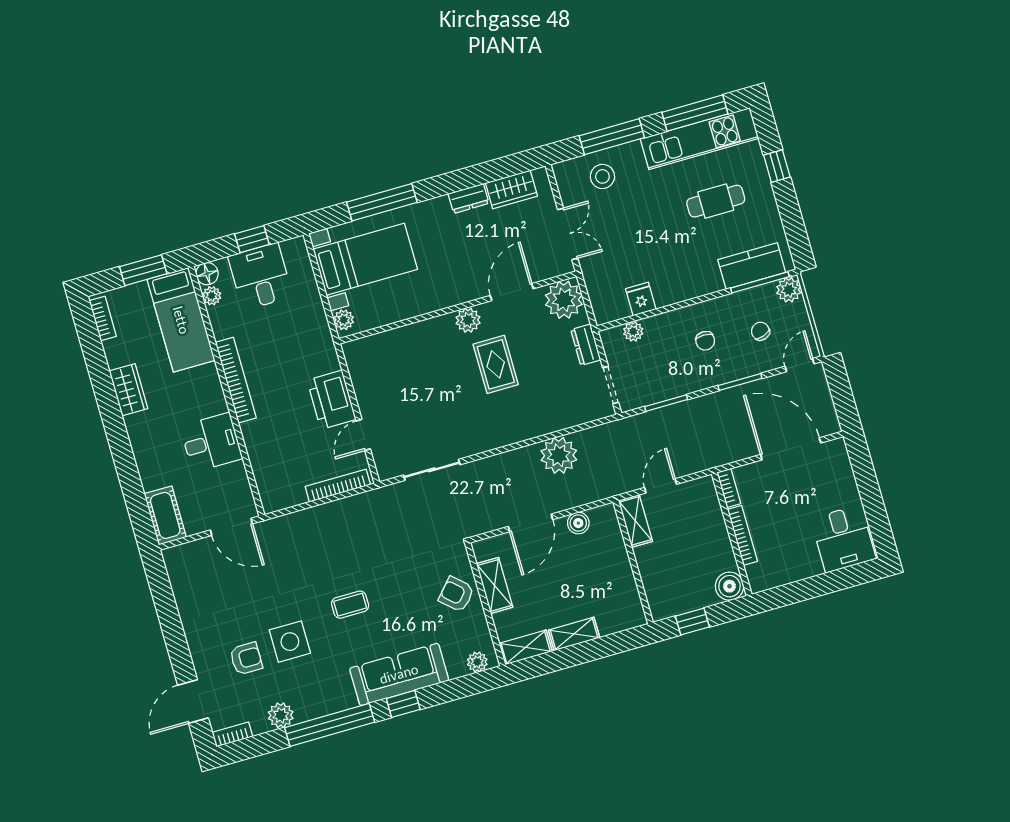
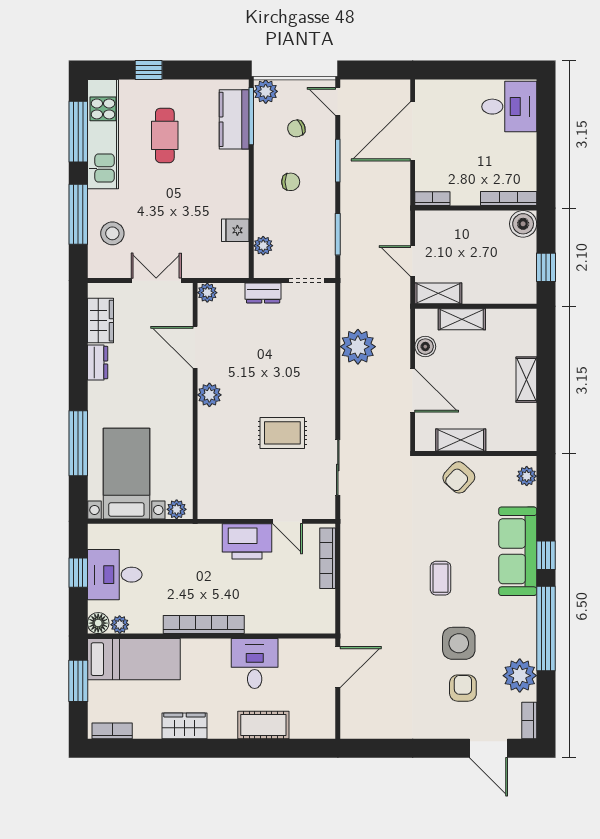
plant: (564, 300) -> (207, 293), width x0.53, depth x0.53
rug: (496, 364) -> (282, 433), moved
cot: (165, 515) -> (263, 725), moved
bookcase: (742, 535) -> (509, 199), moved
shelving: (526, 647) -> (462, 319), moved, turned 90
plant: (281, 715) -> (520, 676), width x1.36, depth x1.36

